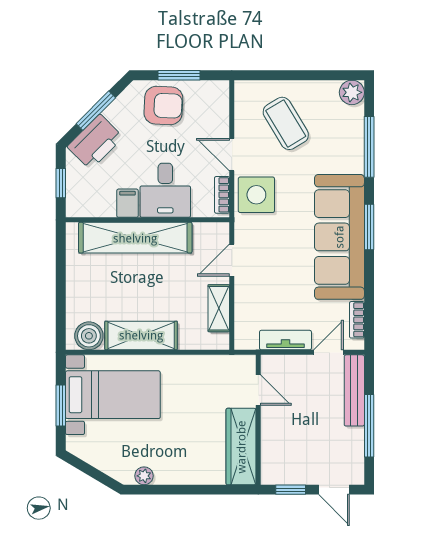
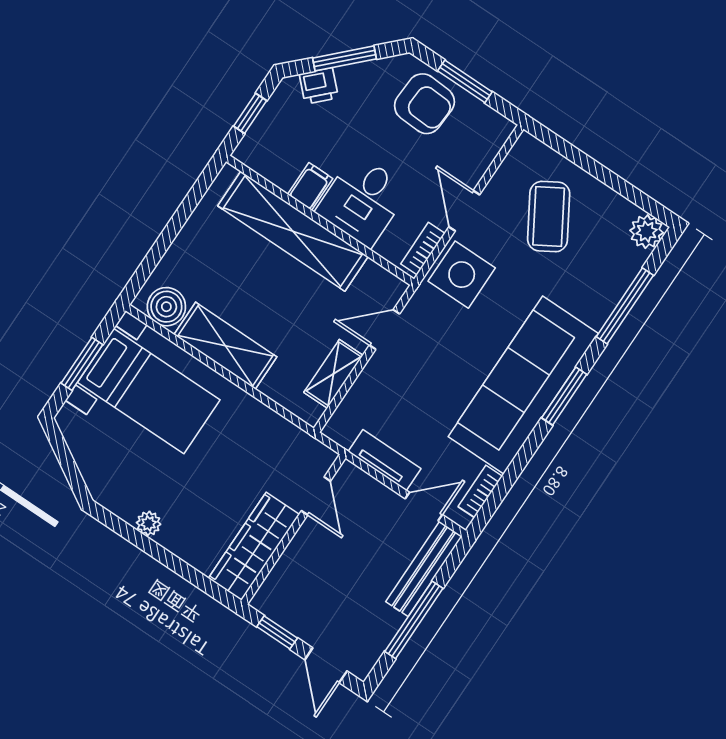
printer: (95, 142) -> (319, 86), width x0.53, depth x0.68
plant: (144, 476) -> (149, 523), moved

